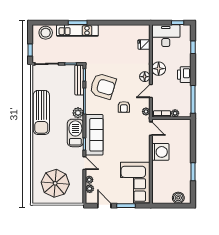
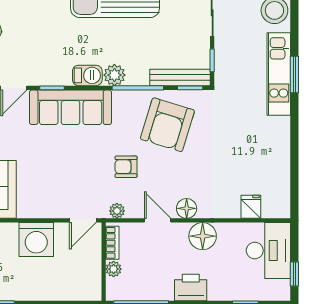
barbecue: (75, 133) -> (87, 75), width x0.53, depth x0.65

